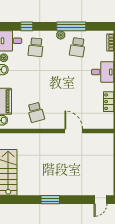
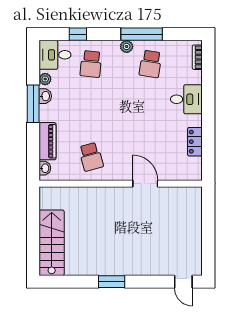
door: (100, 200) -> (183, 282), hinge flipped

